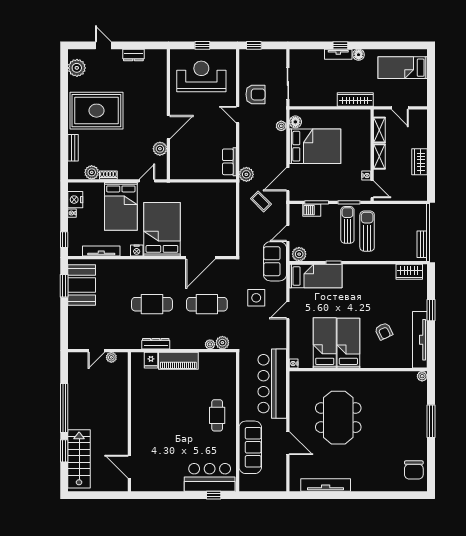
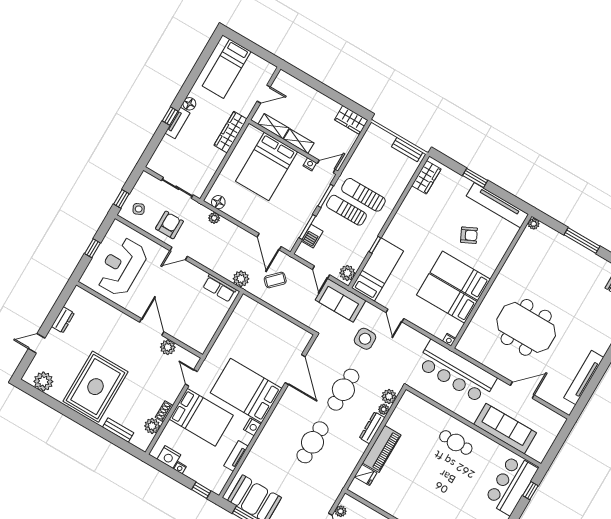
side table: (254, 63) -> (139, 209), added
bed: (315, 146) -> (266, 166), moved, turned 180
wardrobe: (420, 162) -> (351, 120), moved
tv unit: (101, 251) -> (236, 456), width x0.71
dresser: (156, 344) -> (372, 428), moved

